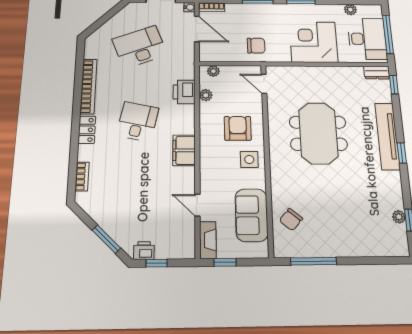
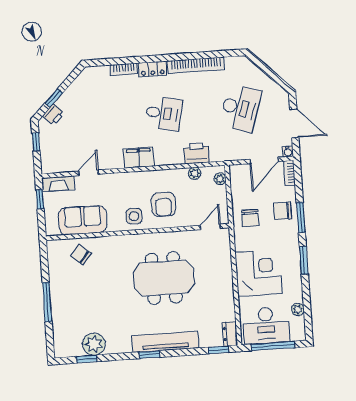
chair: (250, 16) -> (283, 211), added
desk: (140, 47) -> (240, 108), turned 39
armchair: (238, 128) -> (163, 204), turned 90
bookcase: (82, 176) -> (124, 69), moved
plant: (399, 217) -> (94, 344), width x1.88, depth x1.88
window: (106, 239) -> (54, 98), width x0.67
printer: (144, 251) -> (53, 115), moved, turned 45
window: (314, 261) -> (47, 302), moved

